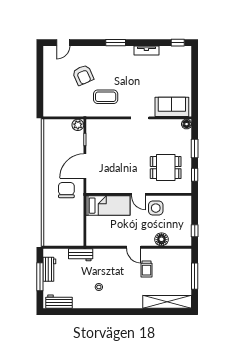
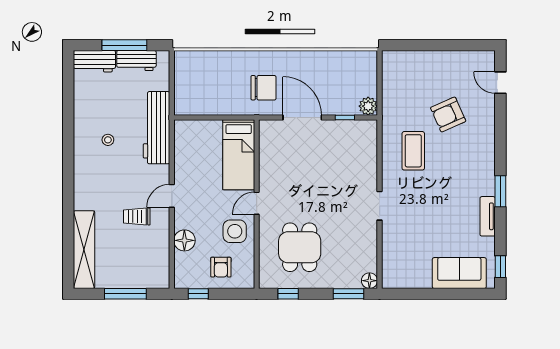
window: (116, 43) -> (500, 191), moved
sofa: (172, 107) -> (459, 273), moved, turned -90
window: (195, 149) -> (349, 294), moved
armchair: (178, 217) -> (221, 267), added
workbench: (81, 255) -> (156, 128), width x1.88, depth x1.32
workbench: (59, 302) -> (94, 61), moved, turned 90

